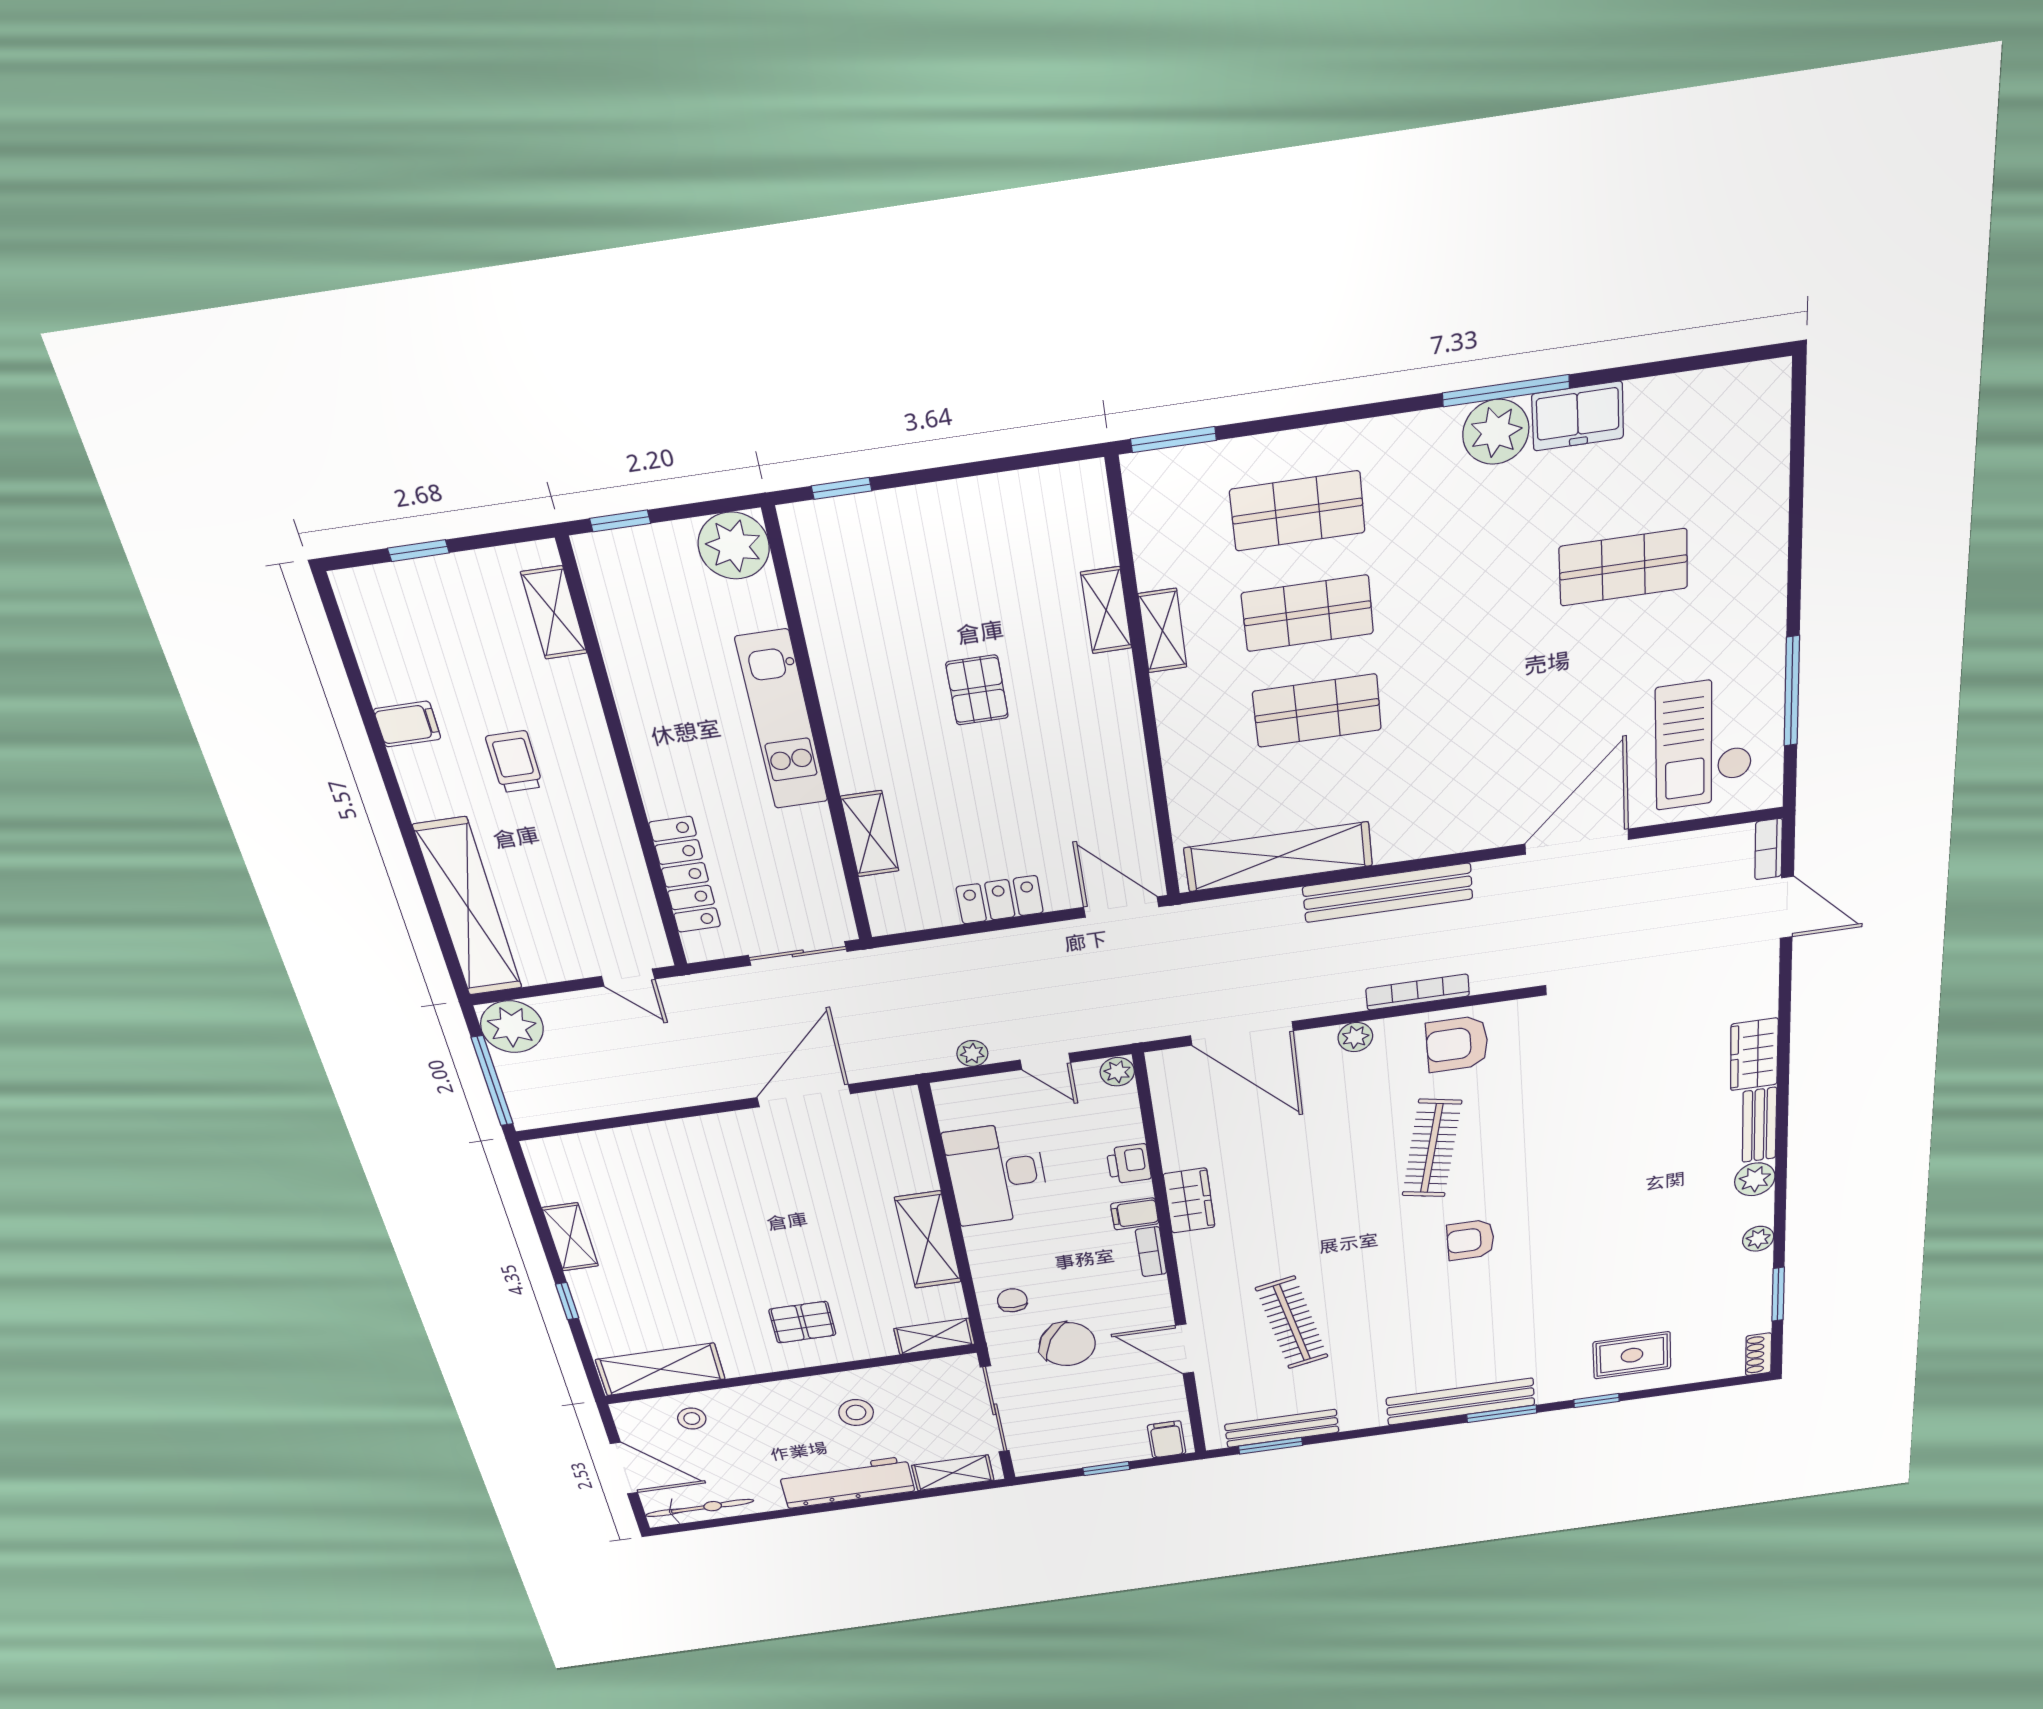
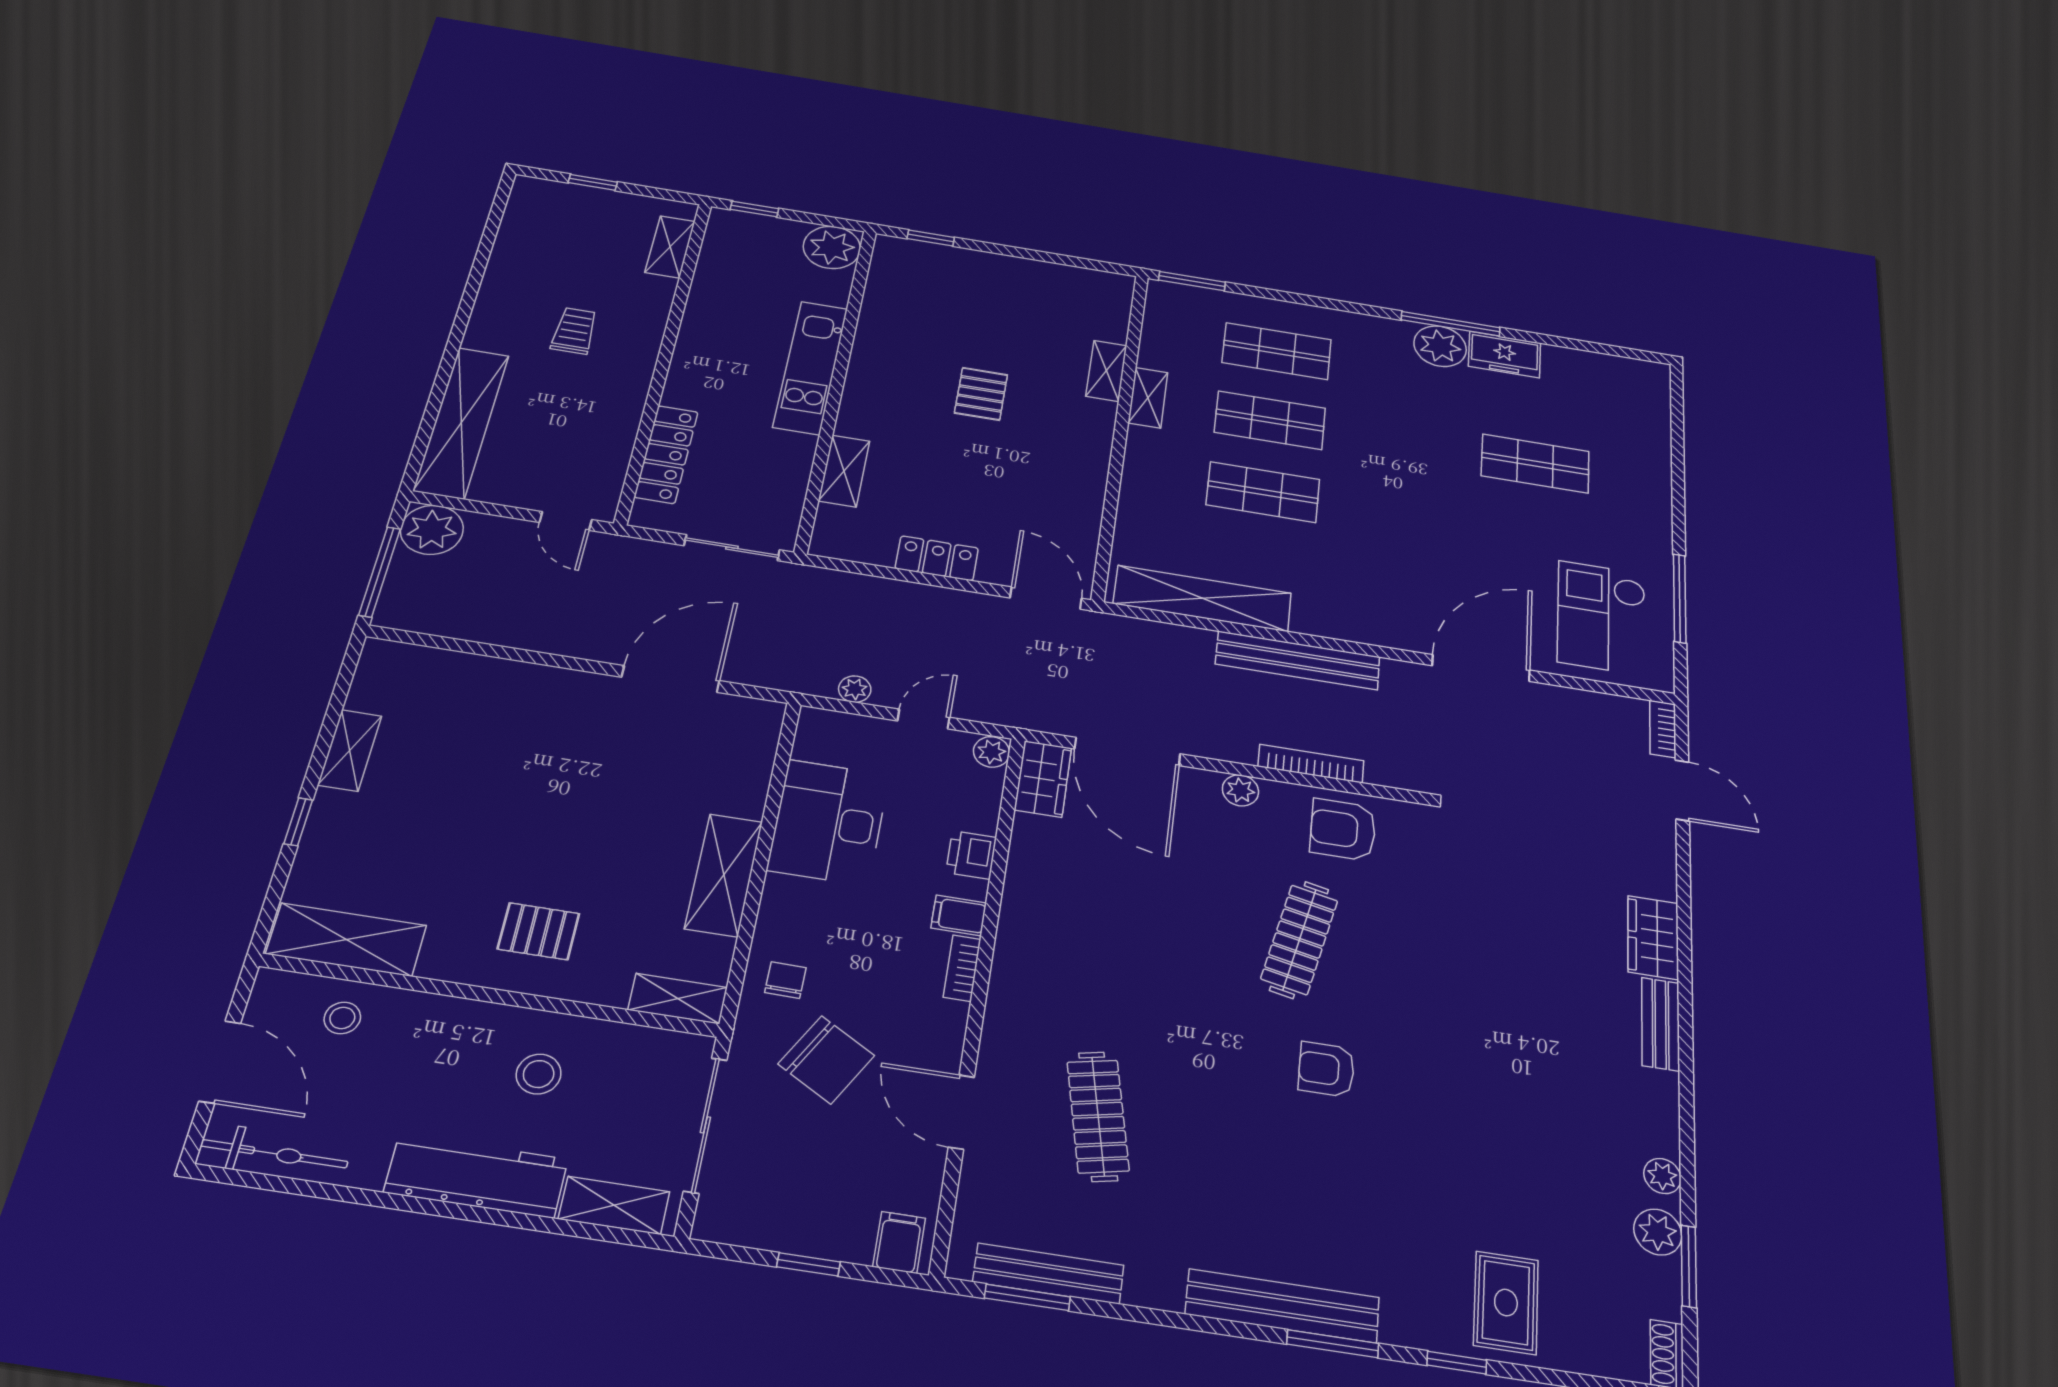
filing cabinet: (407, 724) -> (506, 281), removed
door: (1045, 1061) -> (924, 719), swing flipped
plant: (1755, 1179) -> (1658, 1232), moved
wardrobe: (1189, 1201) -> (1043, 779), moved
rug: (1632, 1355) -> (1506, 1303), turned 90

